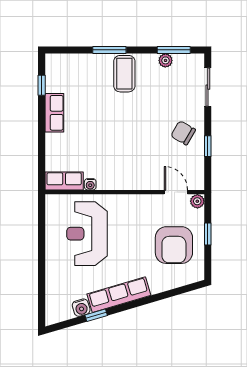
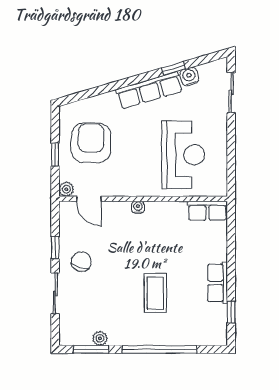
window: (109, 50) -> (159, 349), width x2.11
coffee table: (124, 74) -> (155, 293), moved
sliding door: (208, 87) -> (55, 293), moved
chair: (183, 133) -> (81, 262), turned -101
water cooler: (90, 184) -> (138, 207), moved
sliding door: (42, 292) -> (231, 93), added

